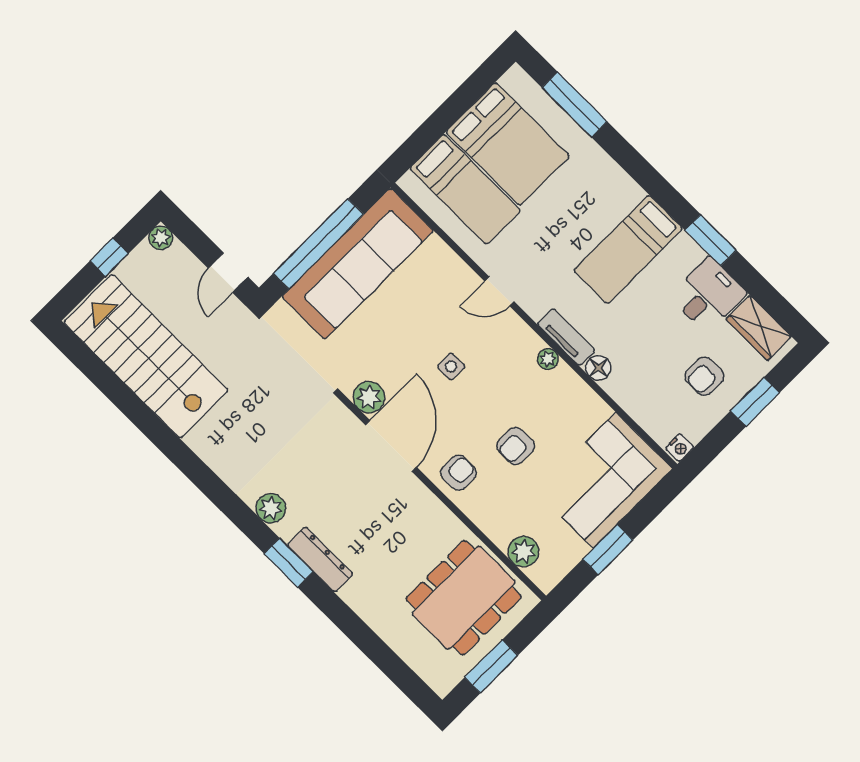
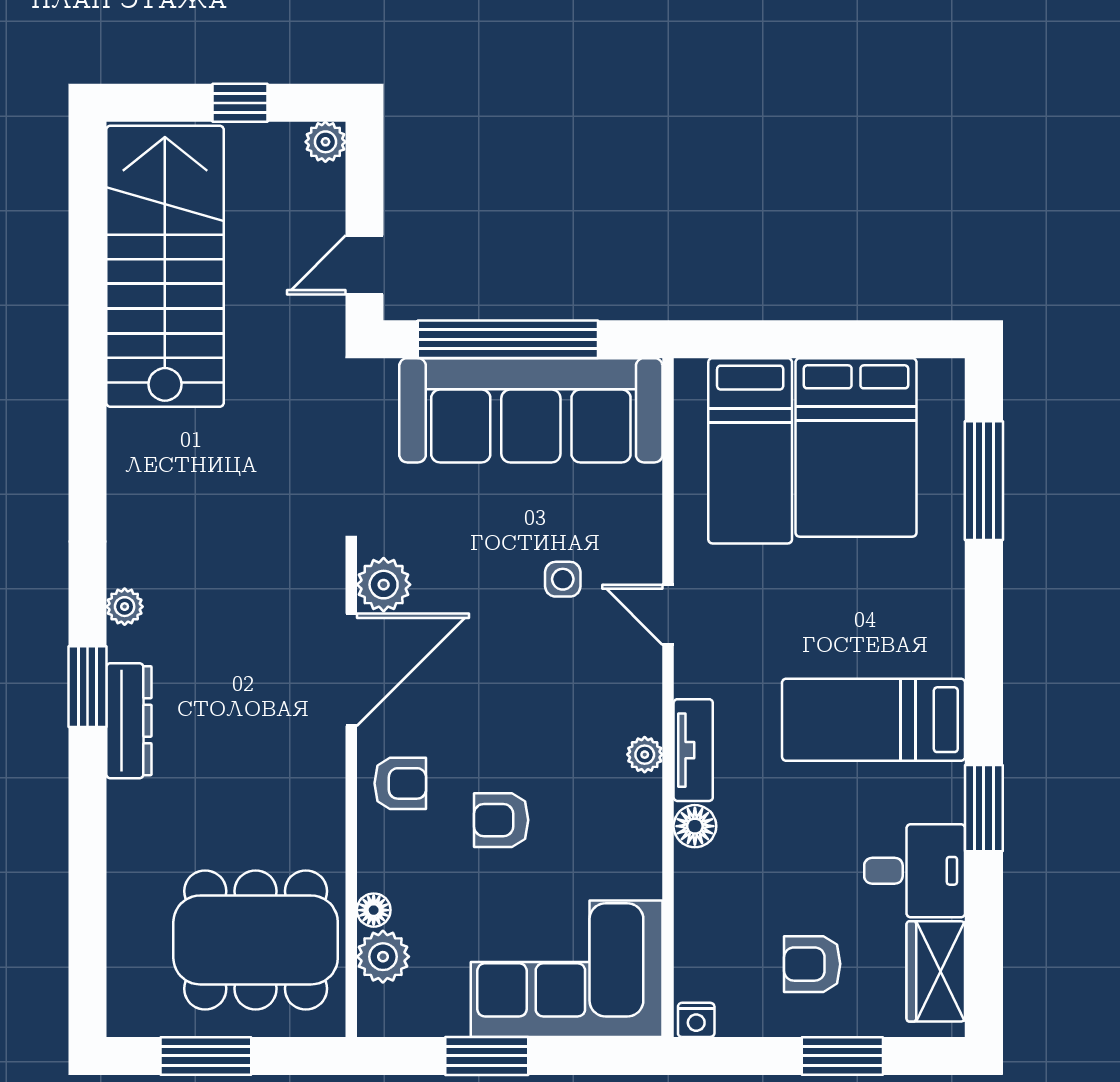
side table: (451, 367) -> (563, 579), moved
plant: (271, 508) -> (125, 607), width x0.73, depth x0.73
floor lamp: (500, 536) -> (374, 910), added

